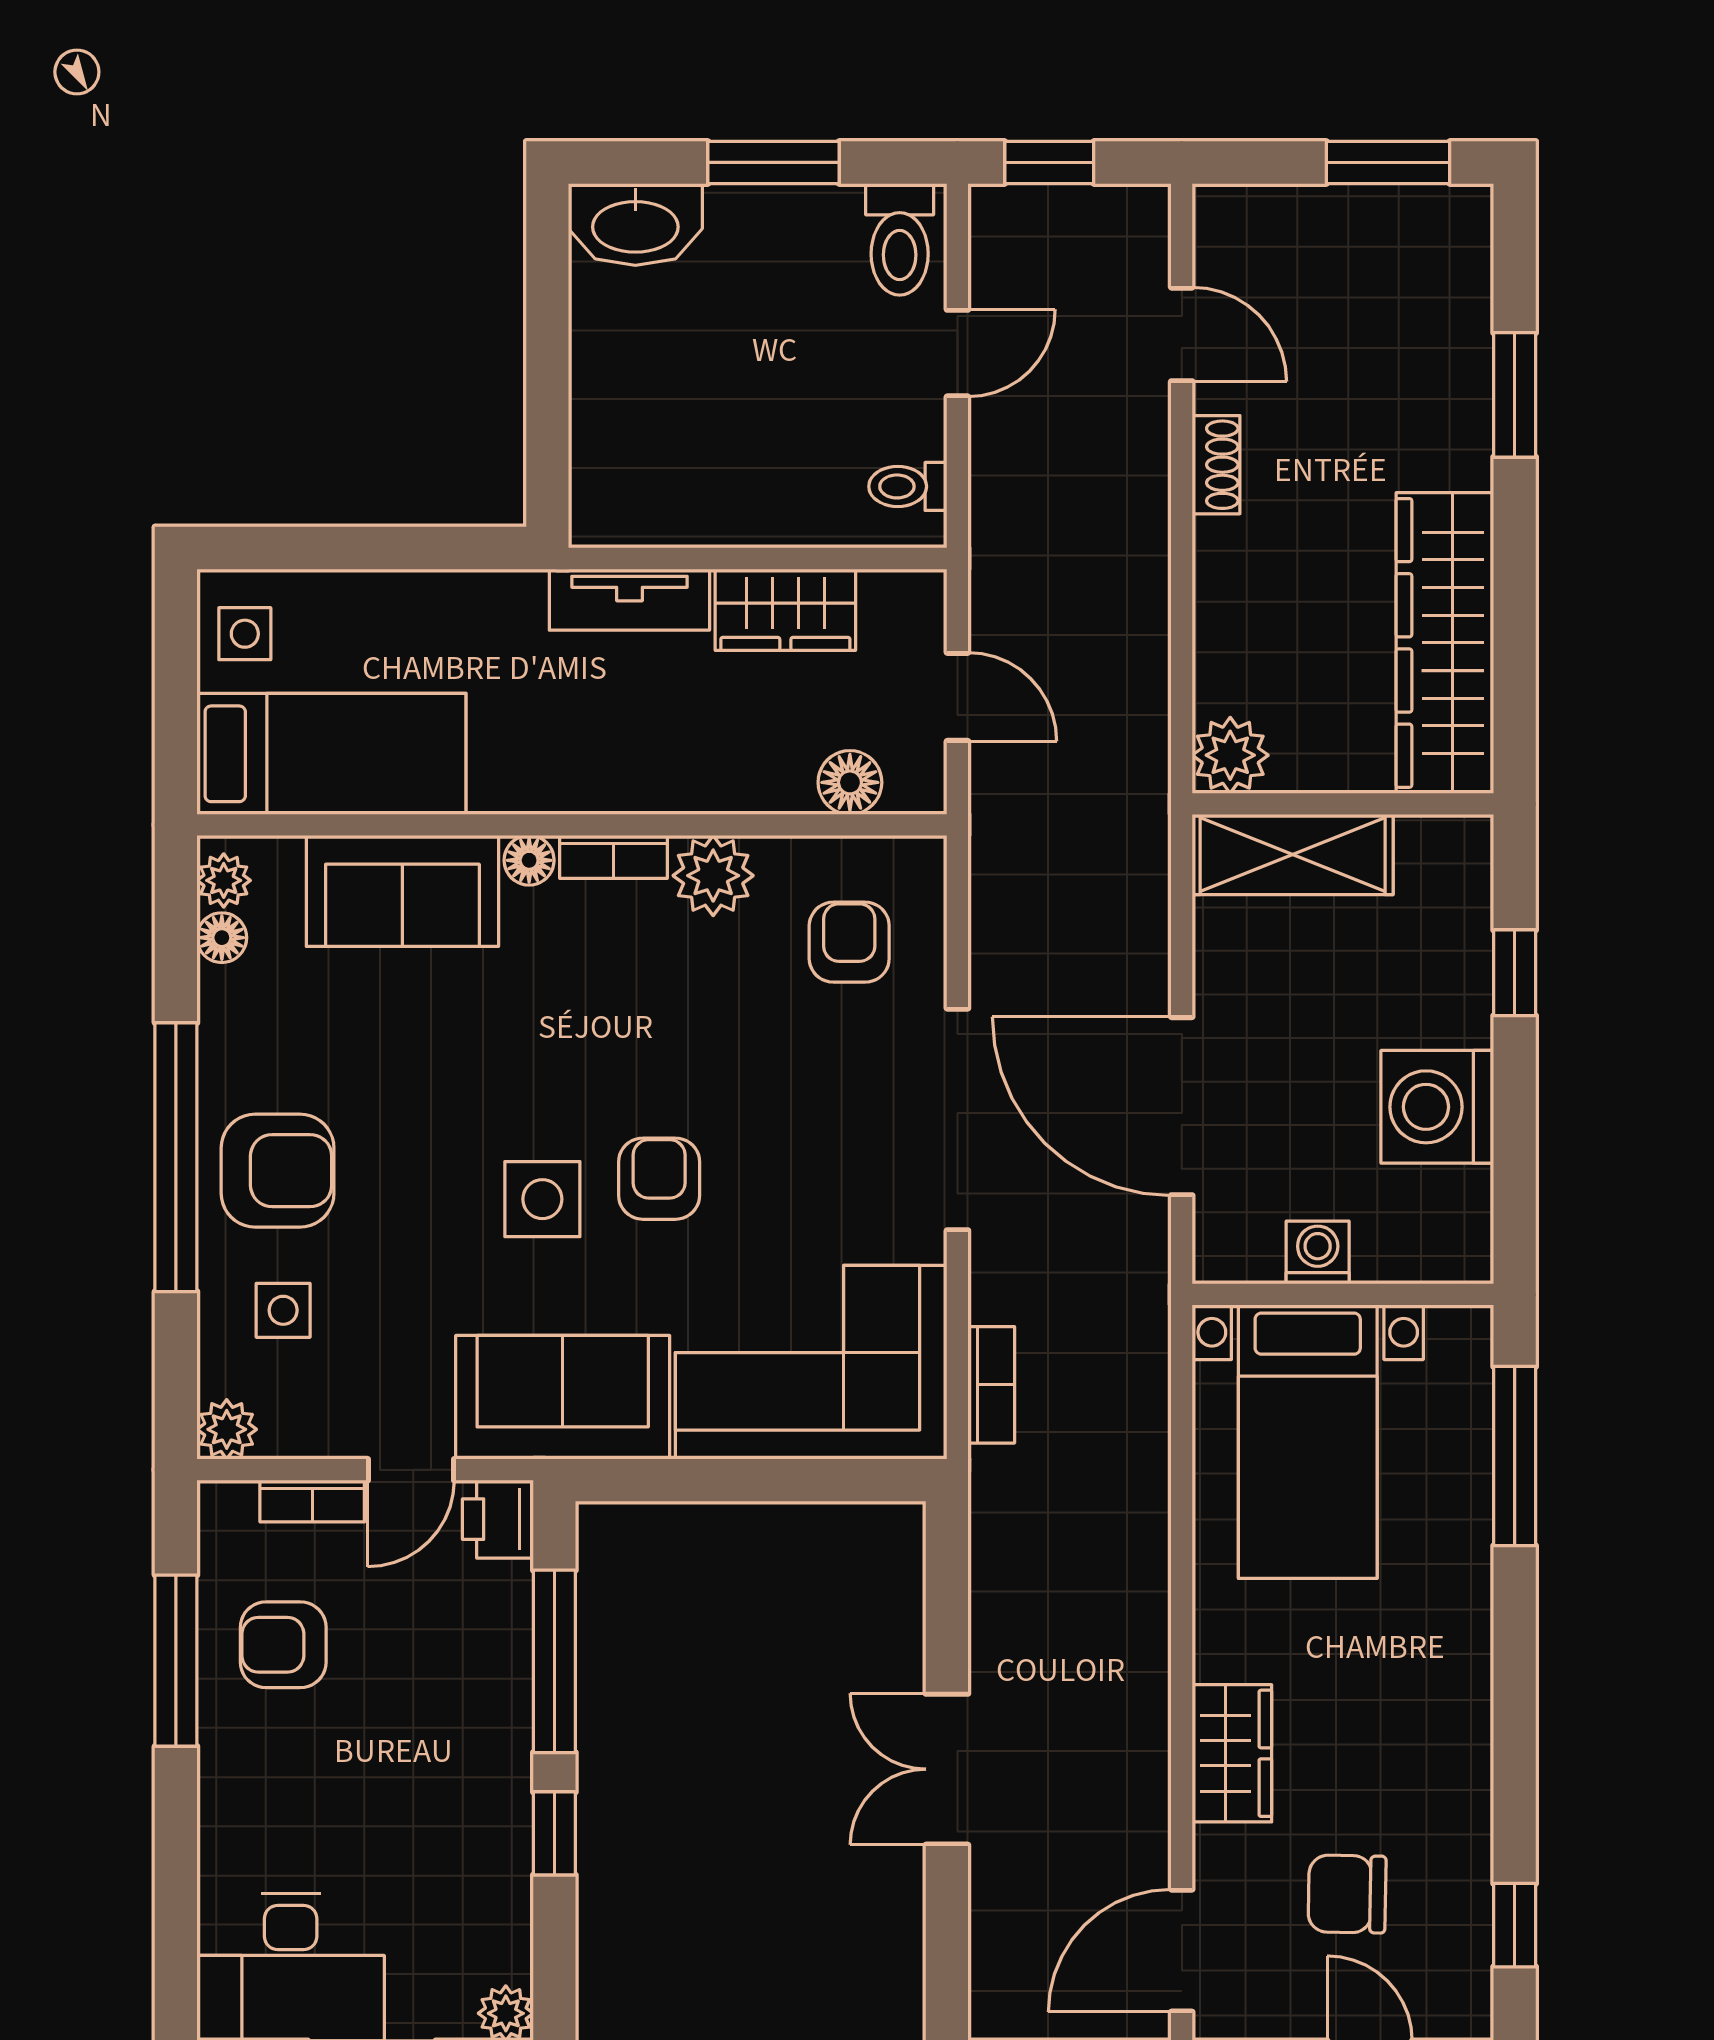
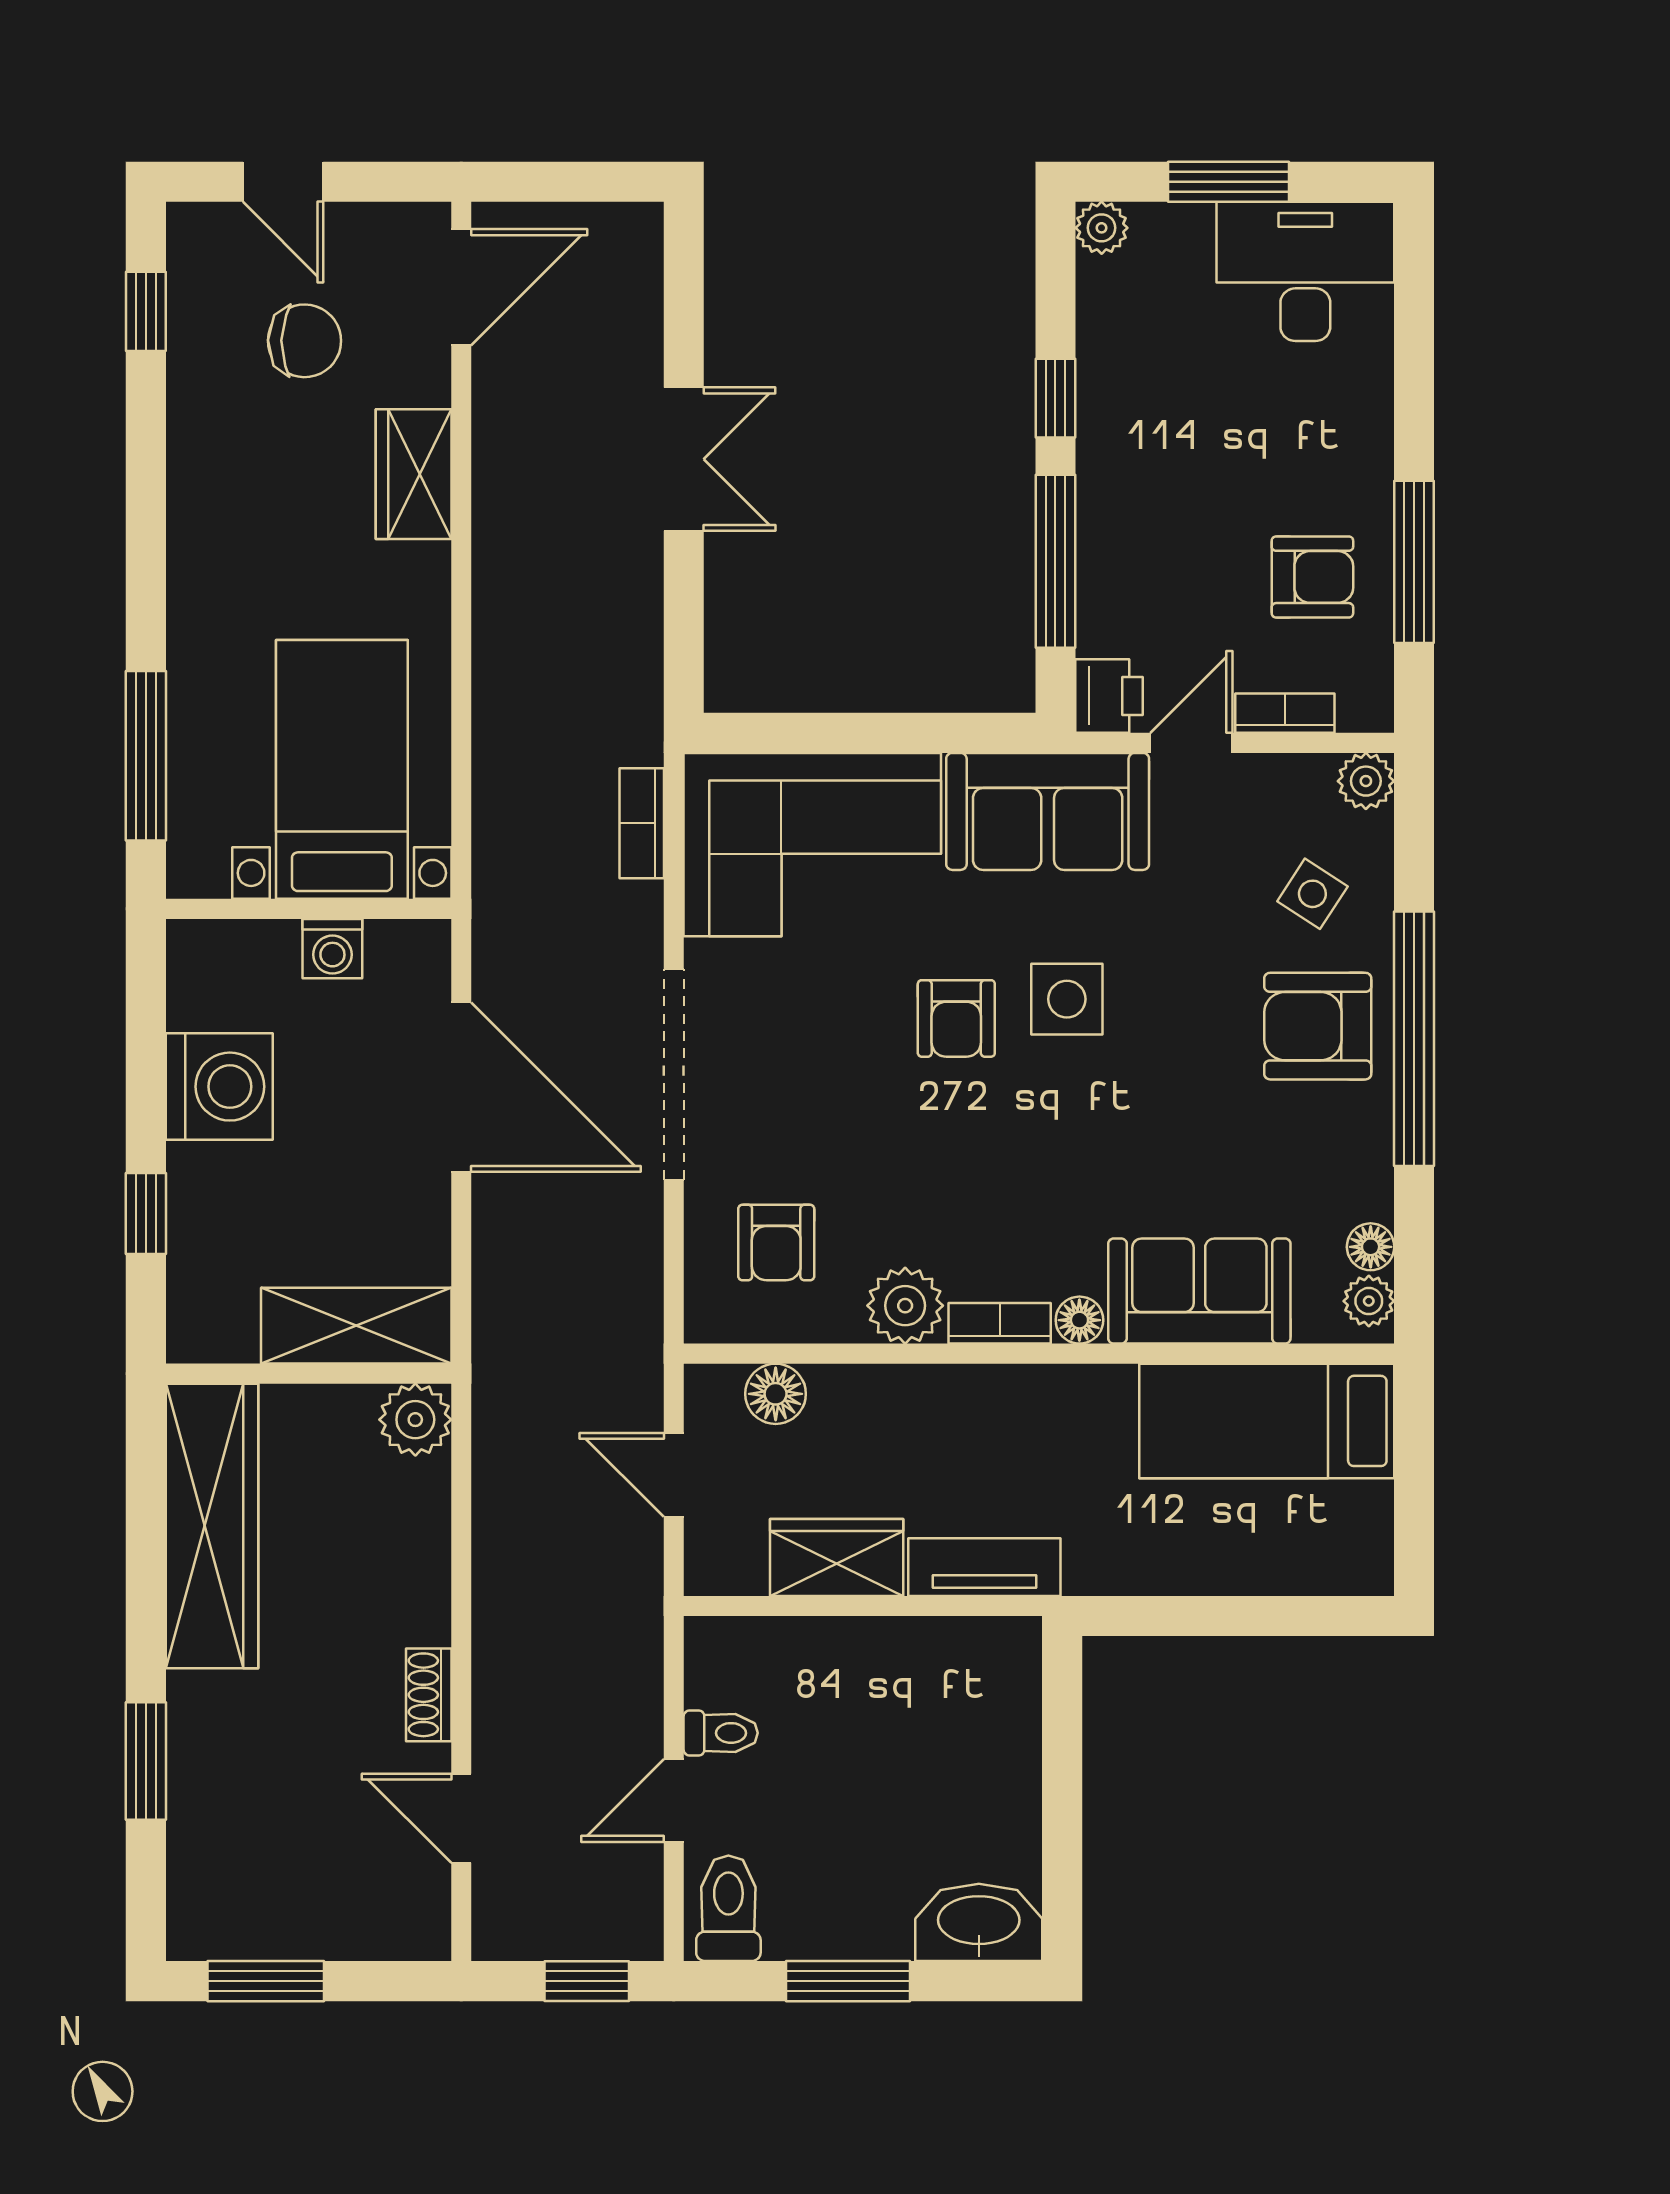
toilet: (908, 486) -> (721, 1733), moved
side table: (245, 634) -> (1349, 1535), removed
side table: (283, 1310) -> (1312, 894), turned 33

